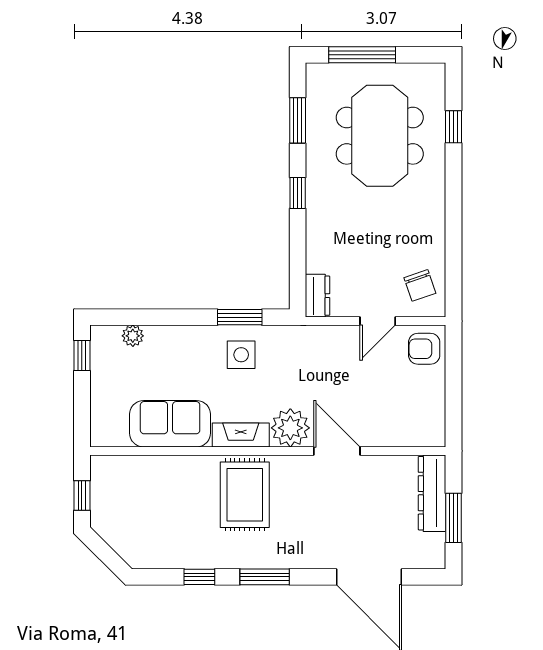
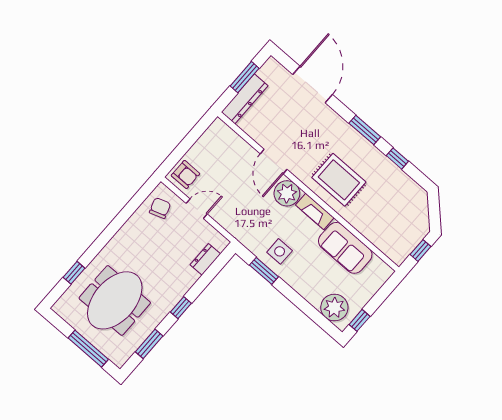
dresser: (318, 296) -> (205, 259), moved
plant: (133, 336) -> (334, 308), width x1.87, depth x1.87
rug: (245, 495) -> (339, 180), turned 90

